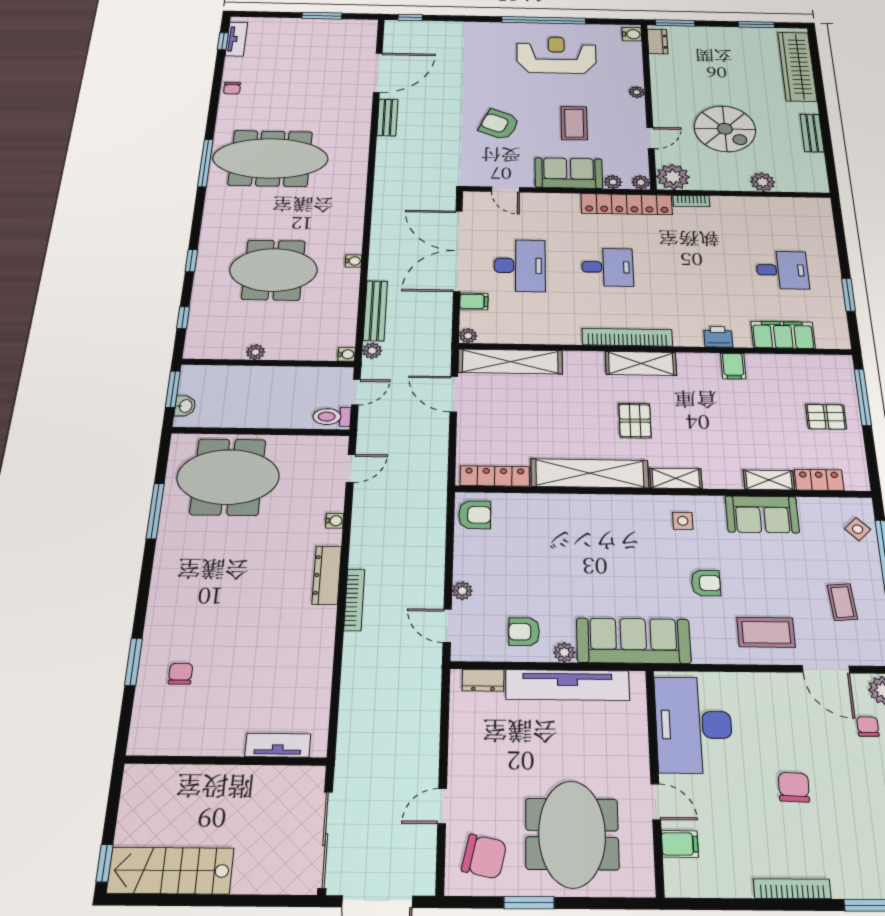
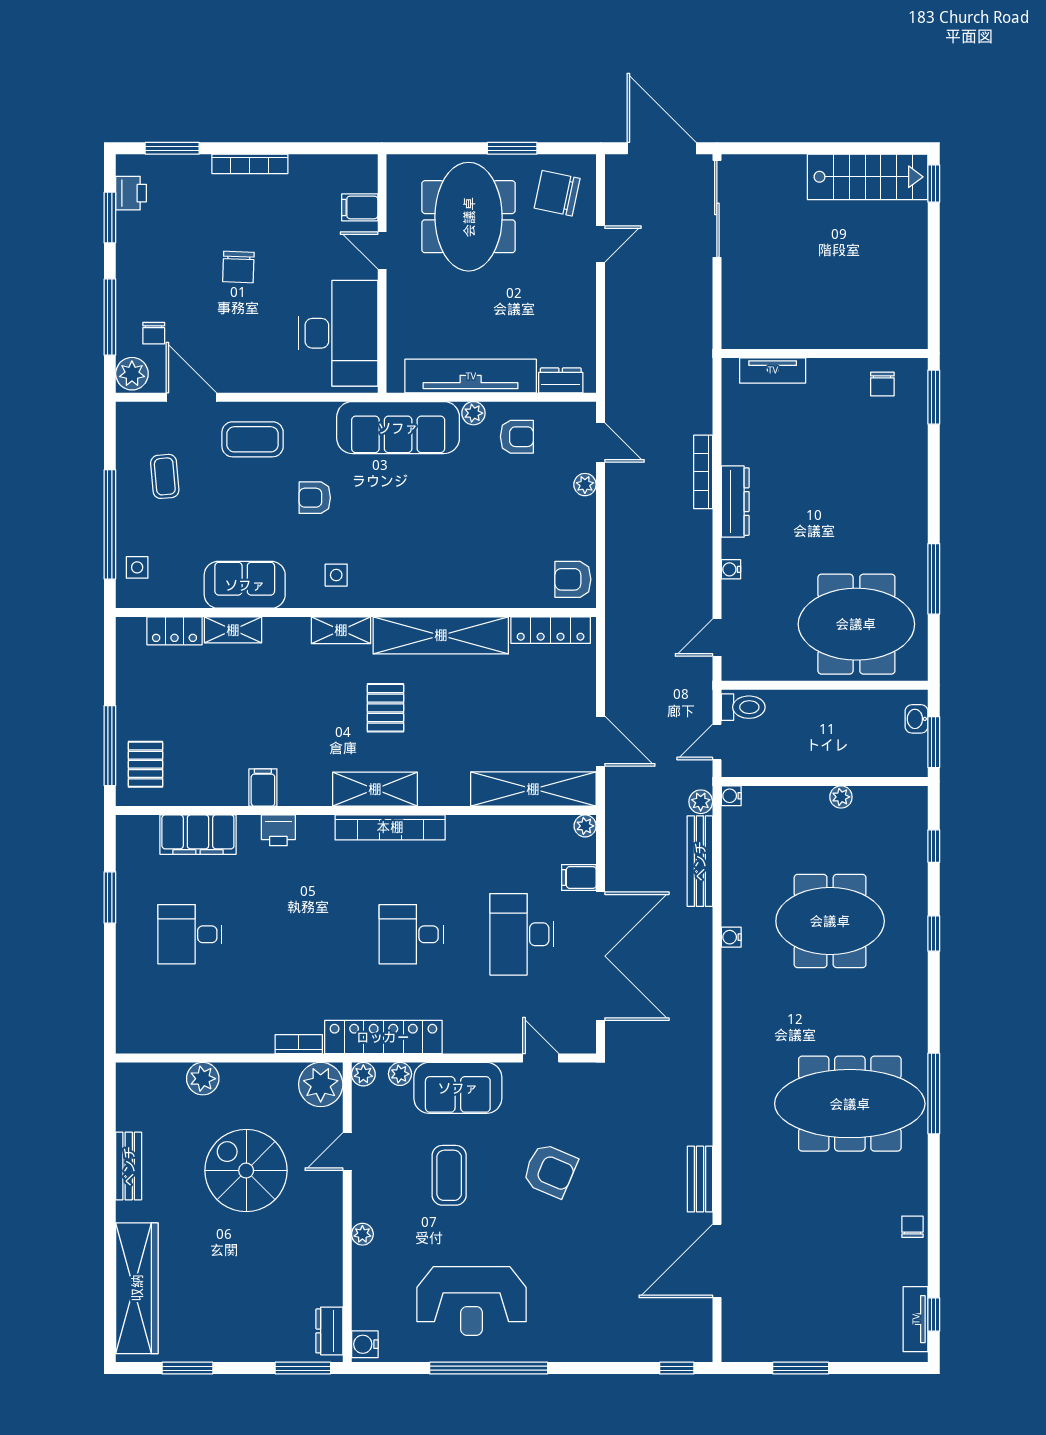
pallet: (826, 417) -> (145, 764), moved, turned 90
side table: (858, 529) -> (137, 567), turned 45
tv unit: (278, 745) -> (773, 370), moved
wall: (226, 761) -> (825, 353), moved

